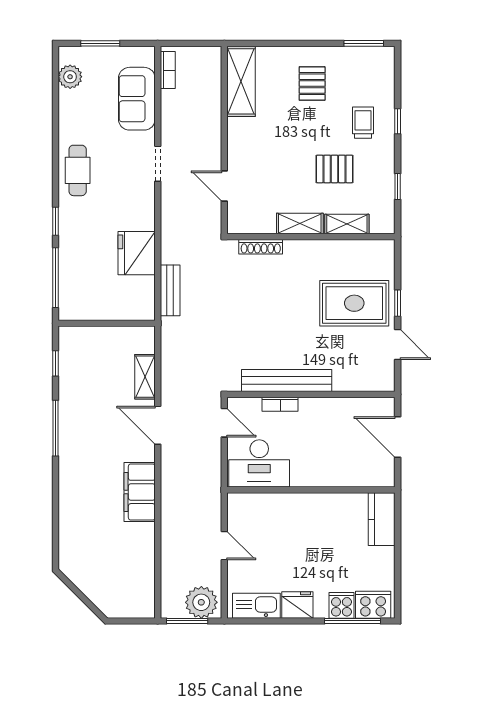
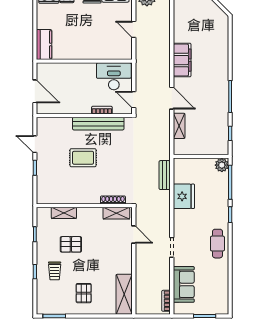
plant: (70, 77) -> (222, 165), moved
shelving: (300, 224) -> (116, 213), moved
rug: (354, 303) -> (83, 158), moved, width x0.73, depth x0.70

